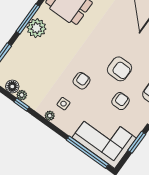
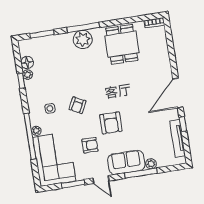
armchair: (81, 81) -> (77, 105), turned 117
plant: (50, 116) -> (36, 131), moved
window: (87, 152) -> (30, 136), moved

